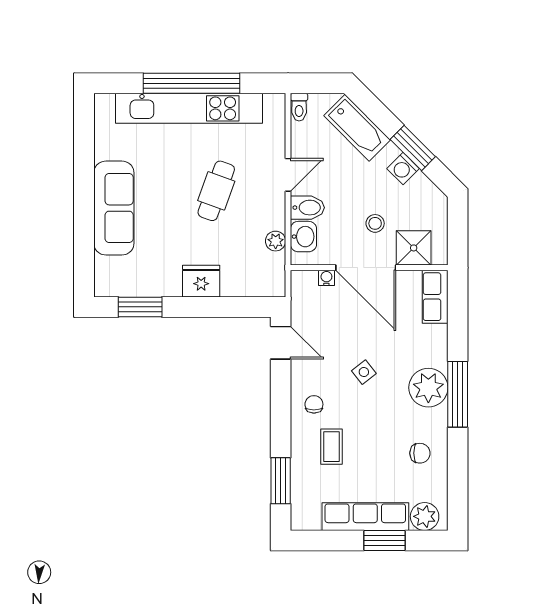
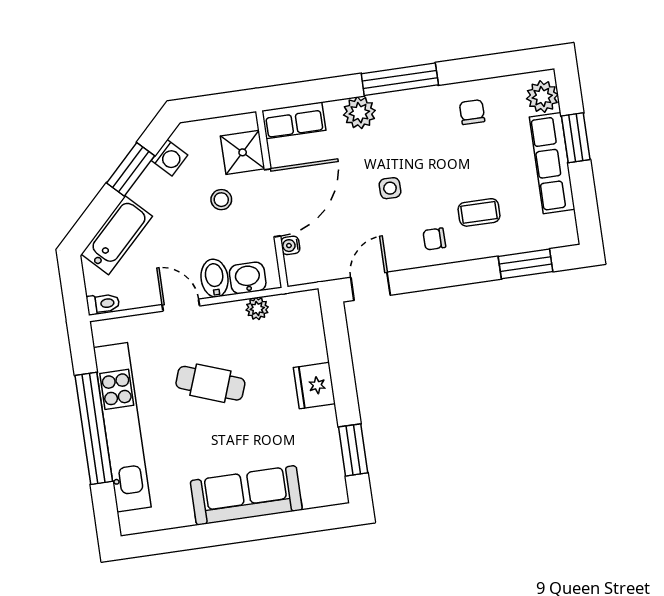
washing machine: (403, 169) -> (170, 158), moved
side table: (364, 372) -> (390, 188), turned 38
plant: (428, 388) -> (359, 113), moved, width x0.73, depth x0.73

